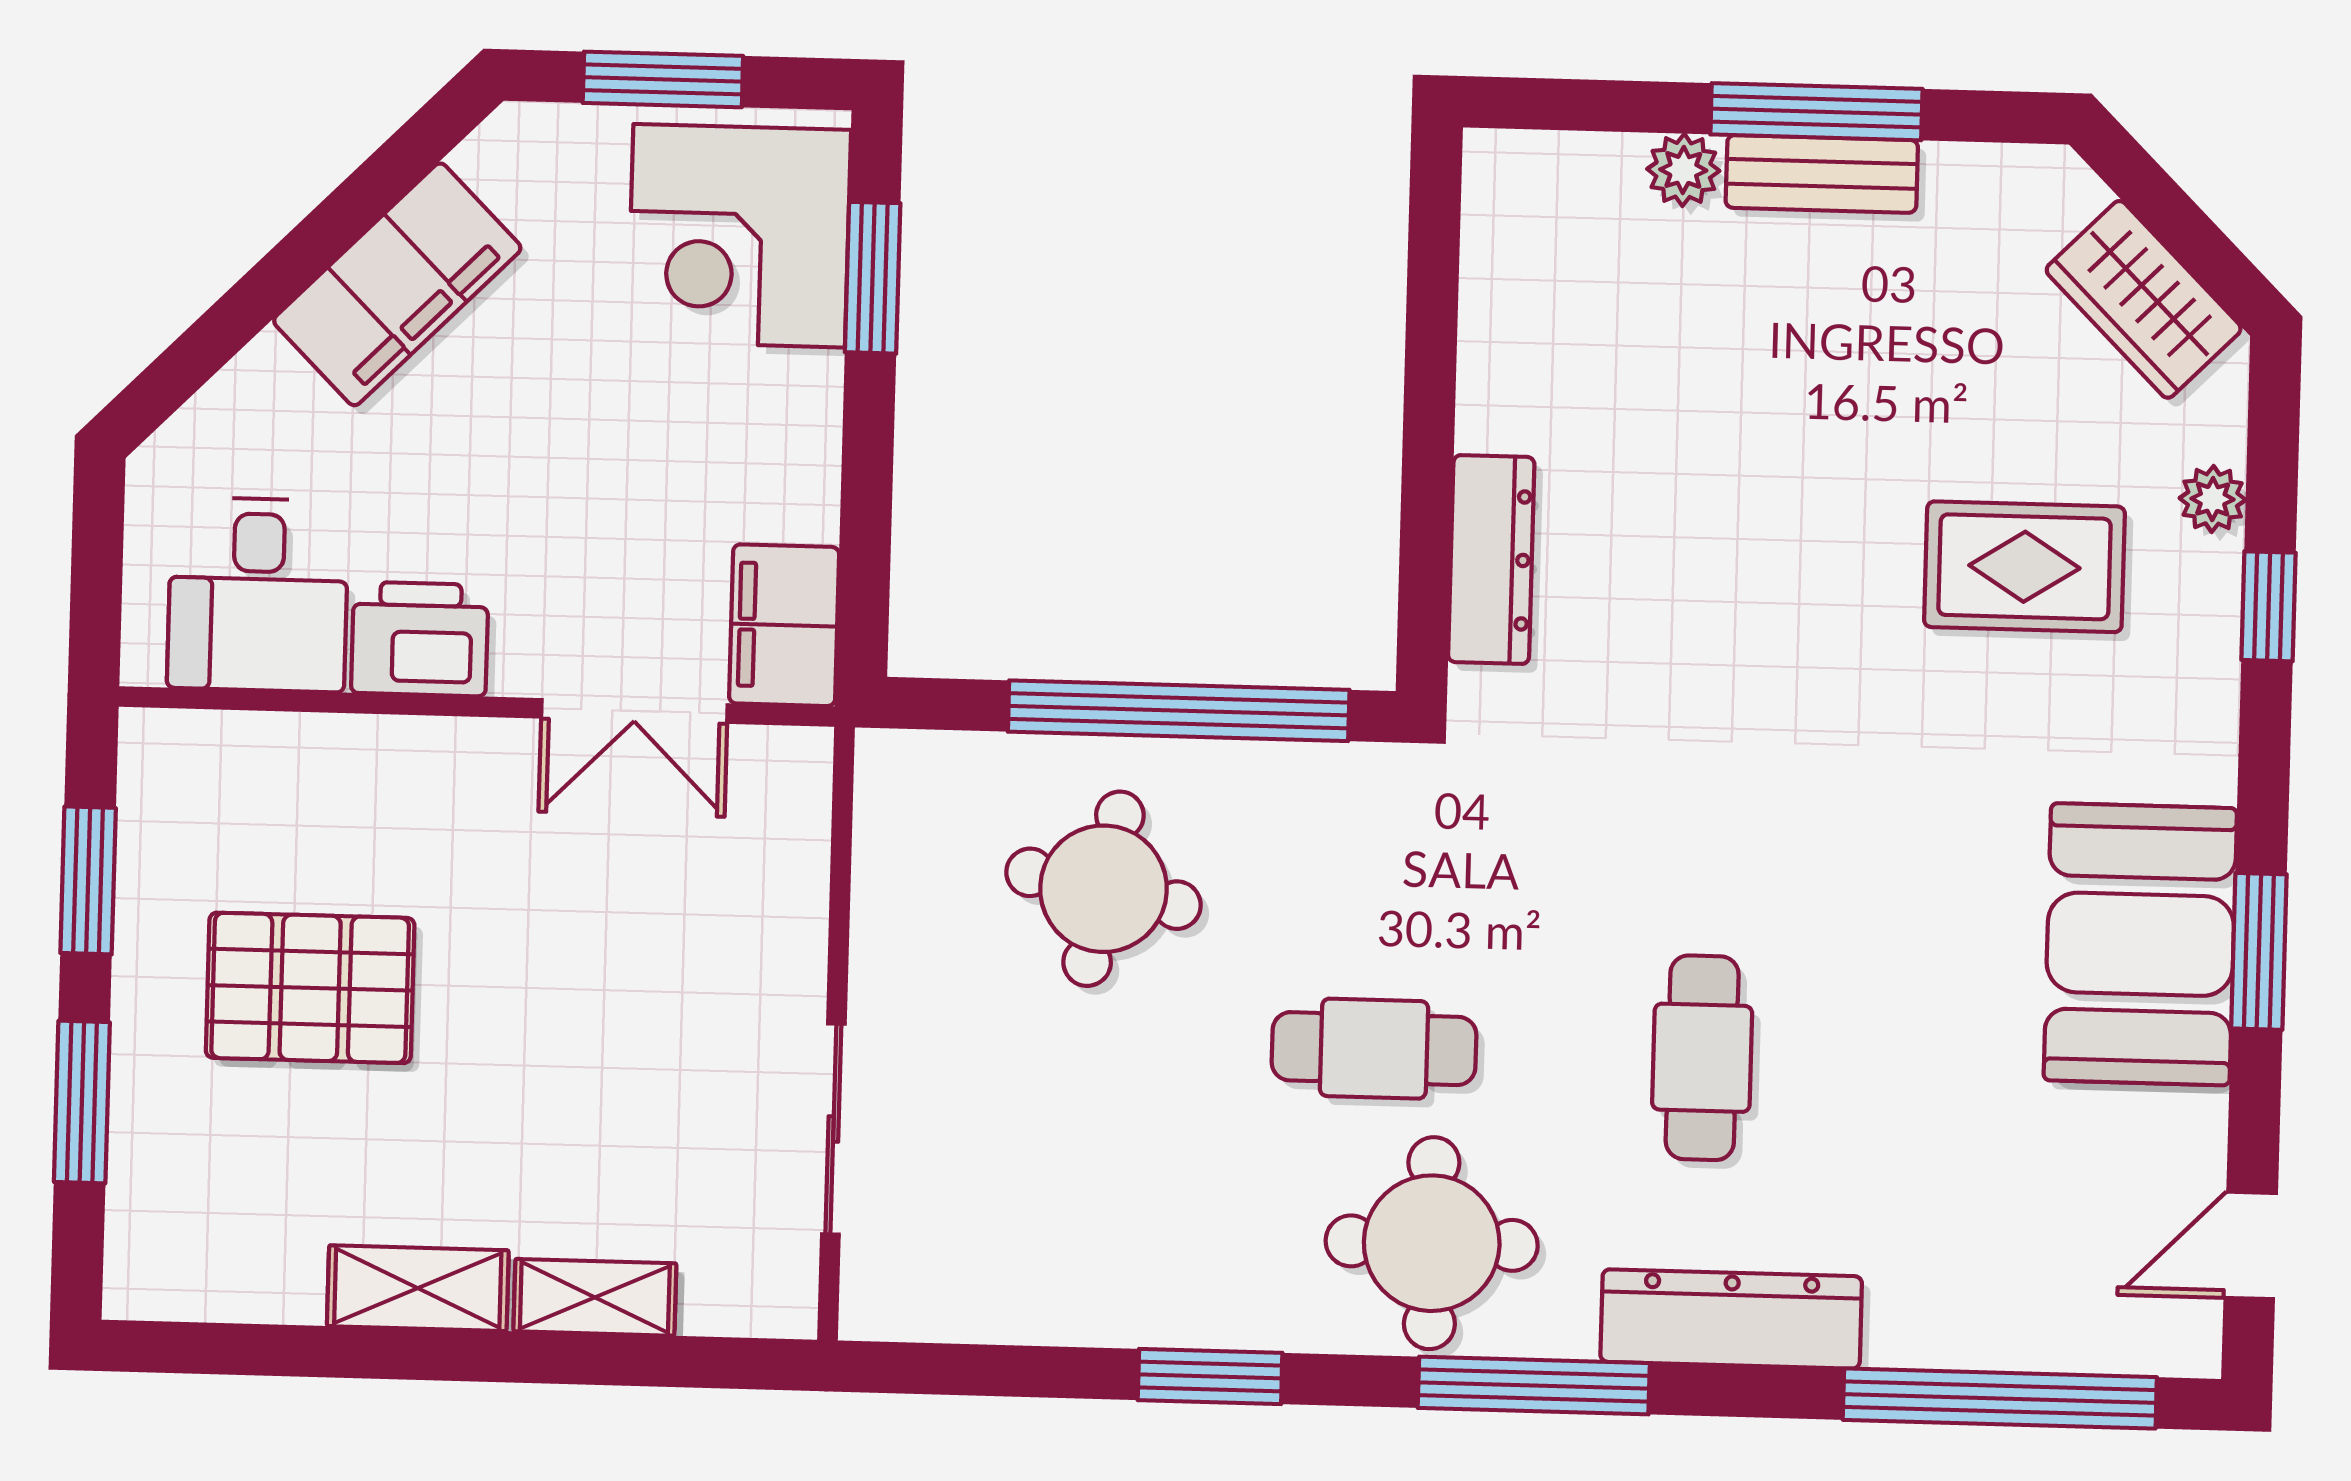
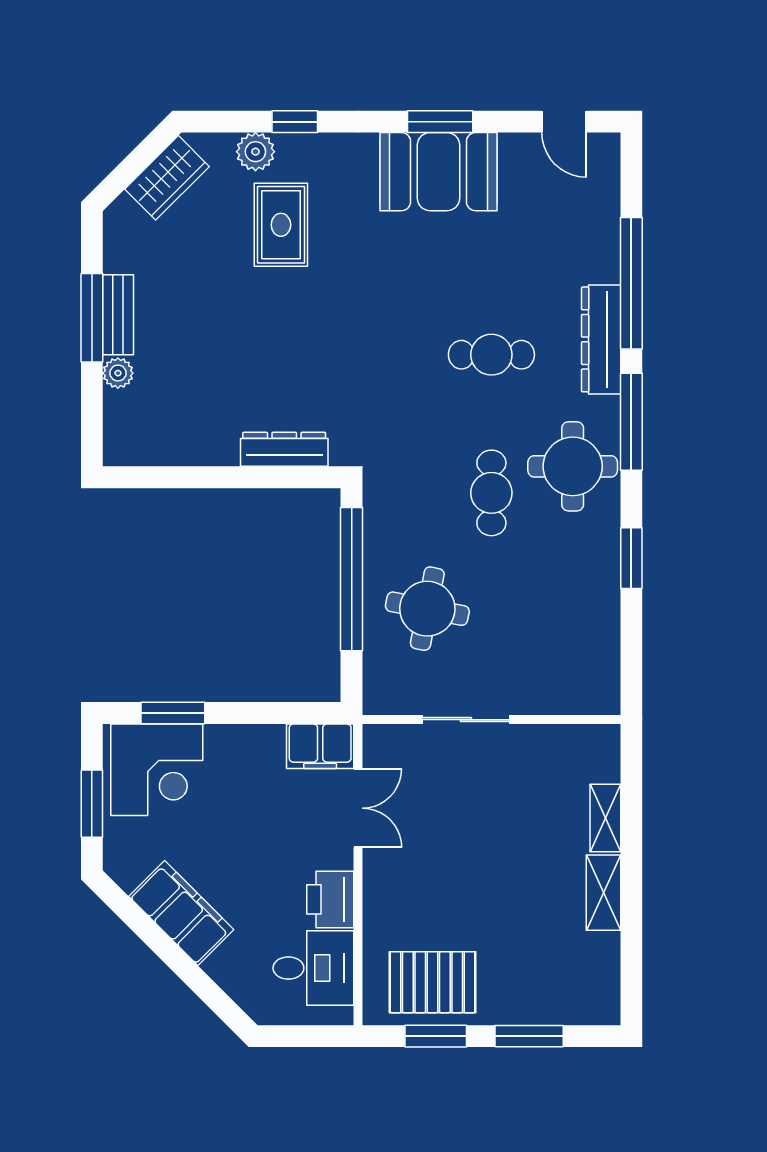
plant: (2213, 499) -> (255, 152), width x1.38, depth x1.38
pallet: (310, 988) -> (433, 982), moved, turned 90
sliding door: (833, 1129) -> (466, 720), moved
window: (2000, 1399) -> (631, 283), moved

